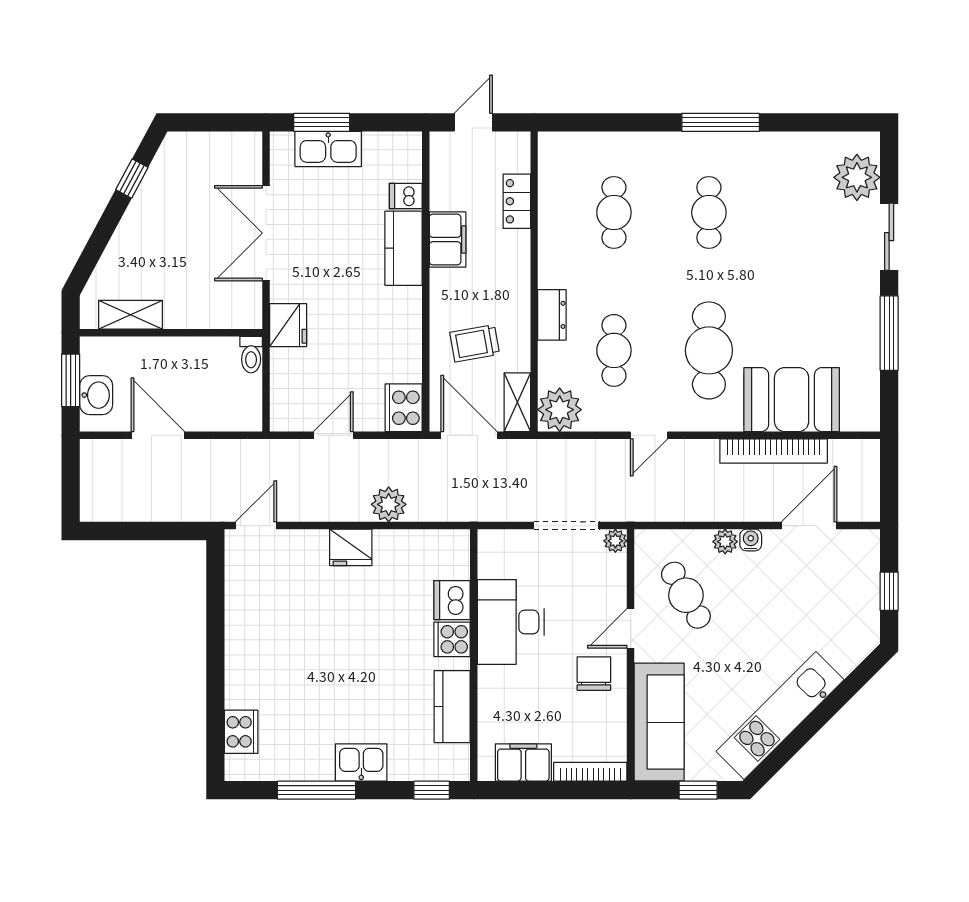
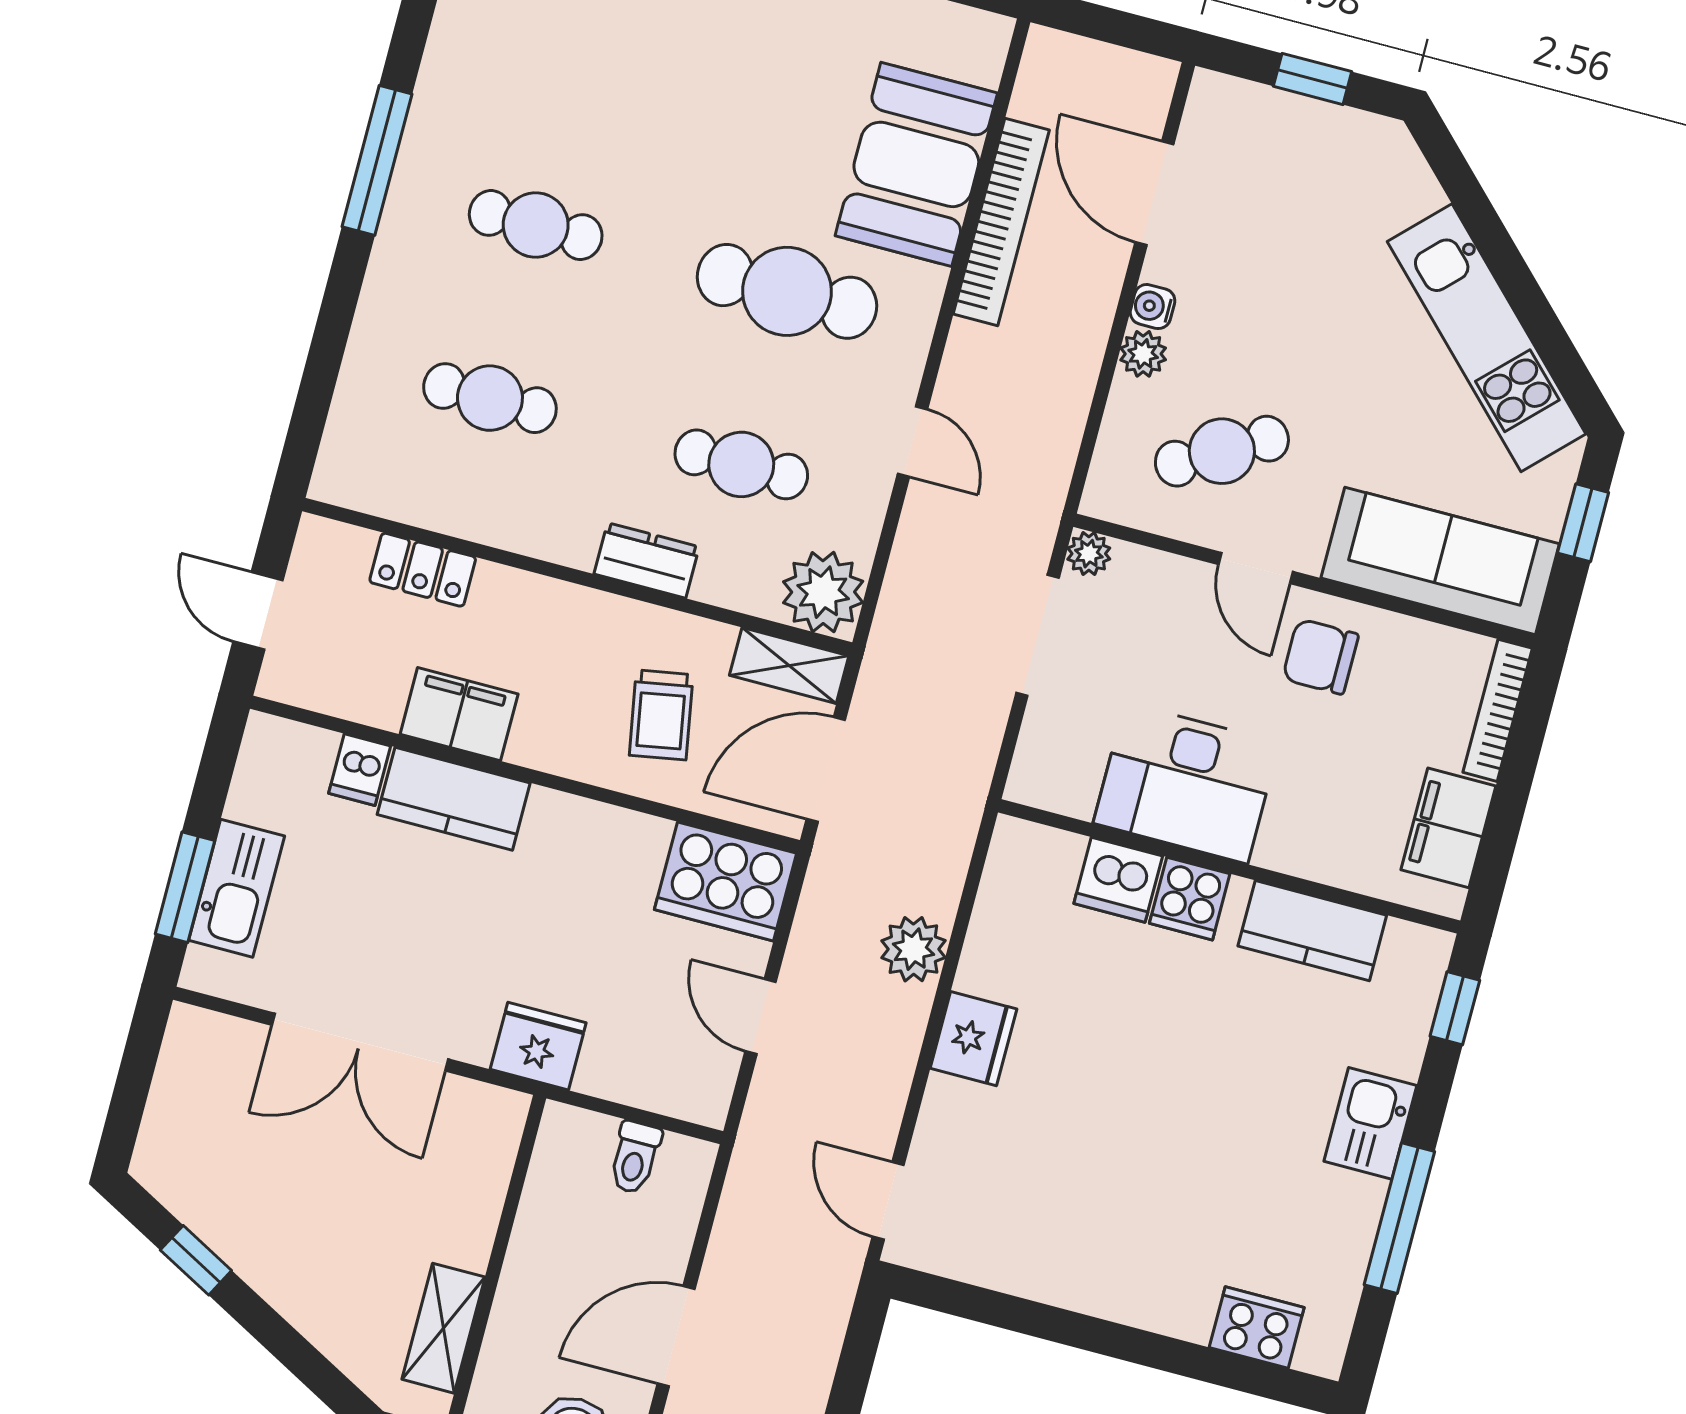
toilet: (251, 355) -> (635, 1157), moved, turned 90
cooker: (404, 408) -> (725, 881), width x1.37, depth x1.31

